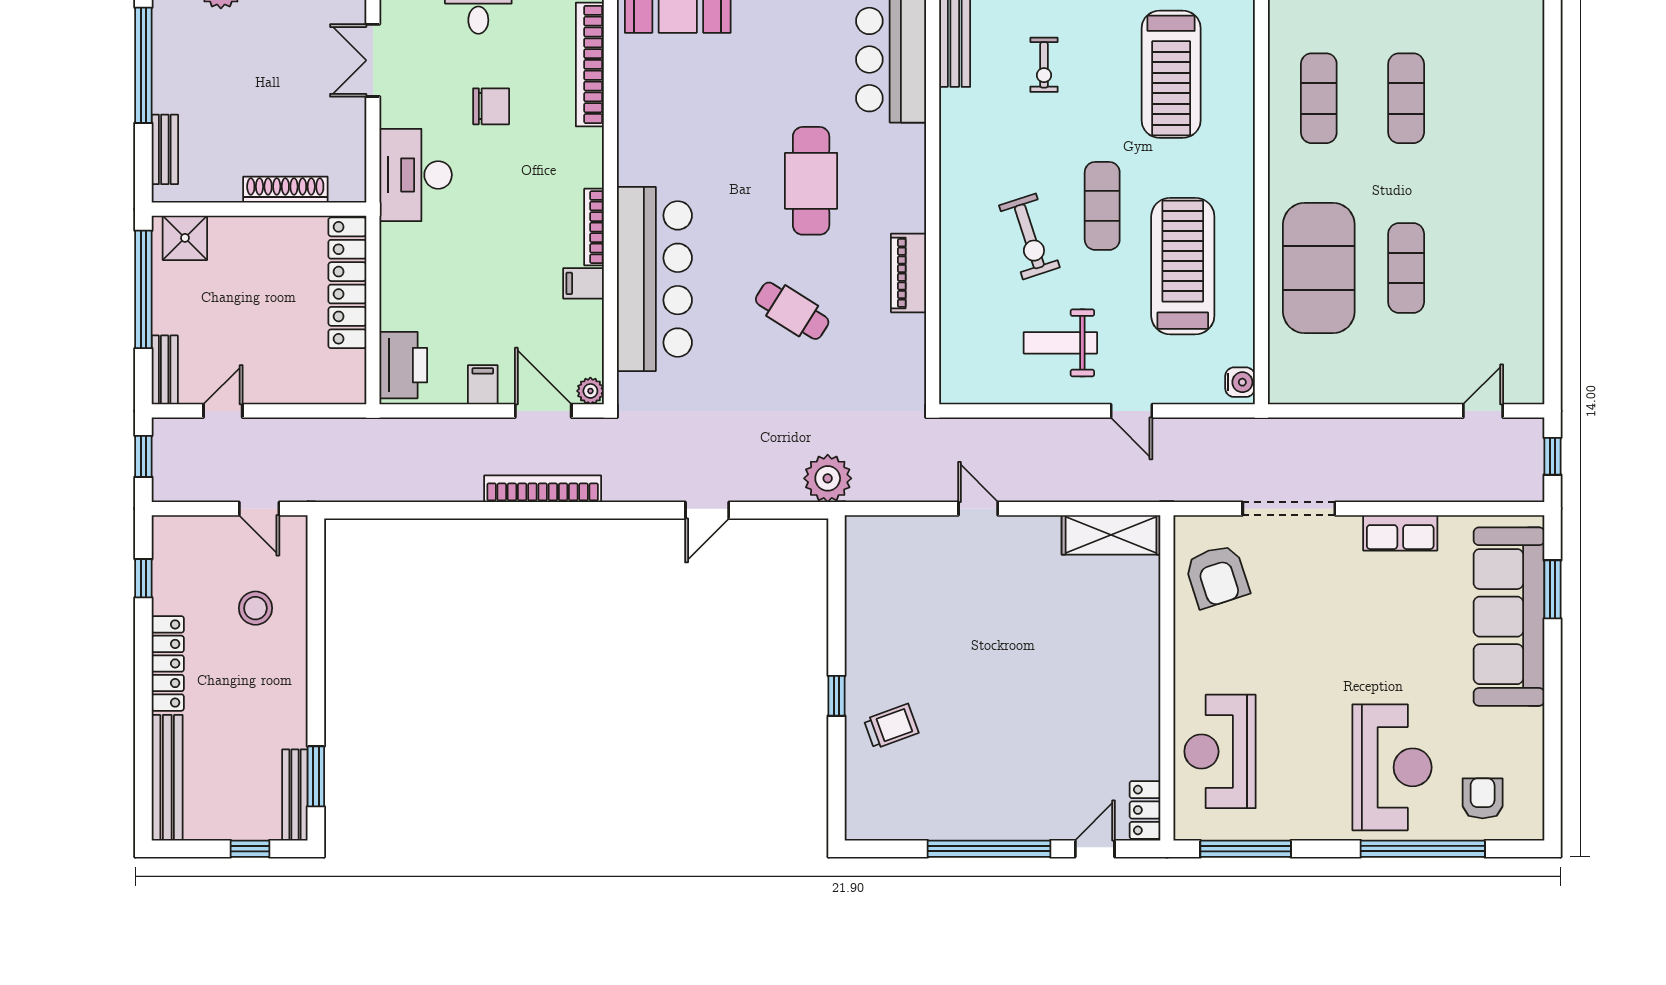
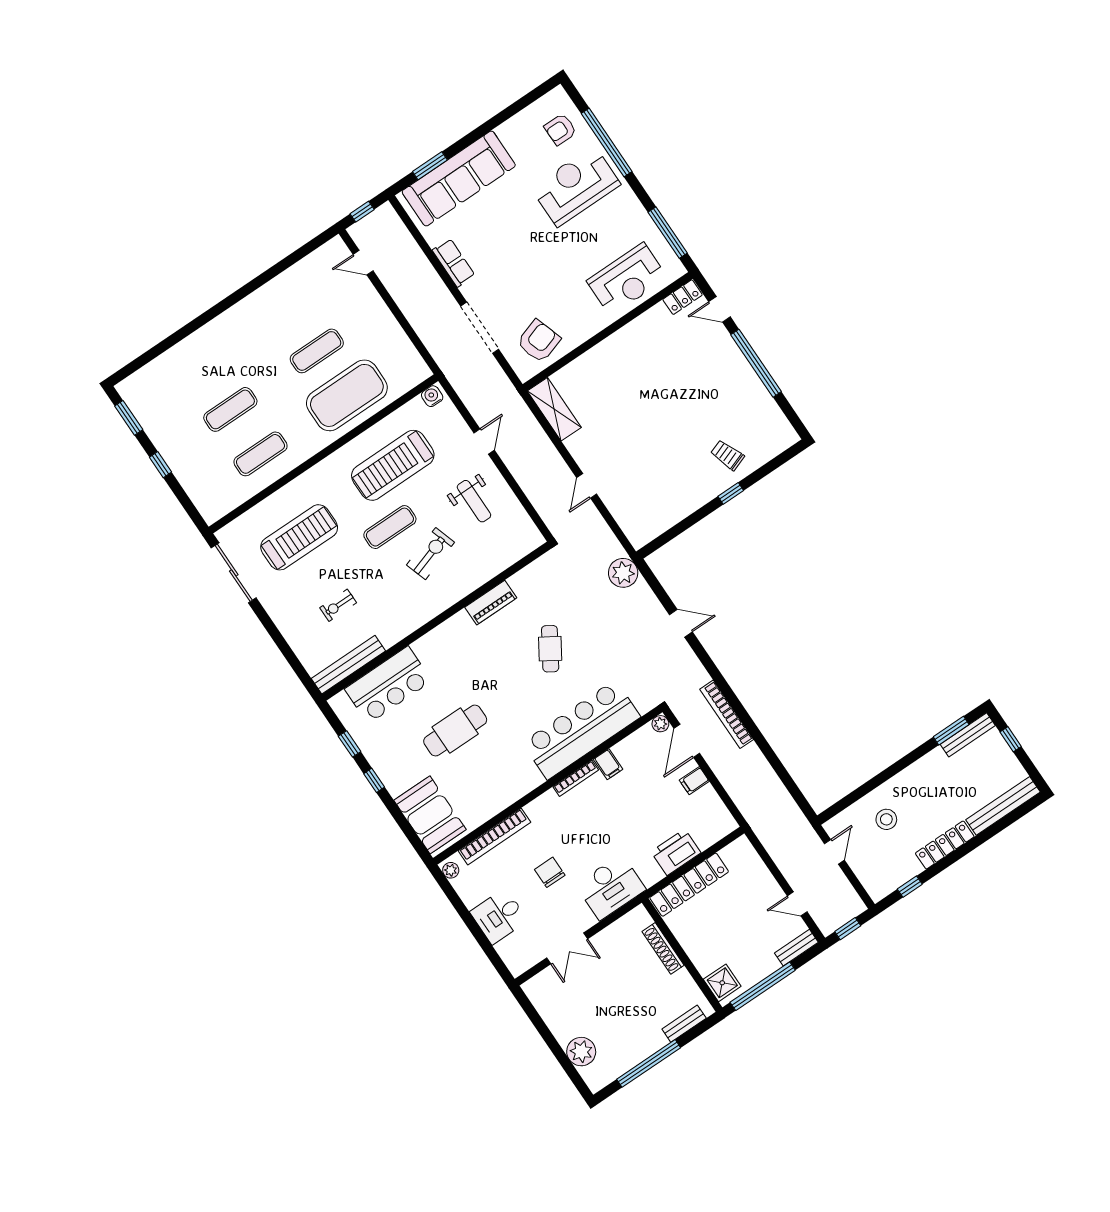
exercise bike: (1044, 65) -> (338, 605), turned 180
cafe table: (811, 181) -> (455, 731), moved
printer: (403, 365) -> (676, 852), moved

